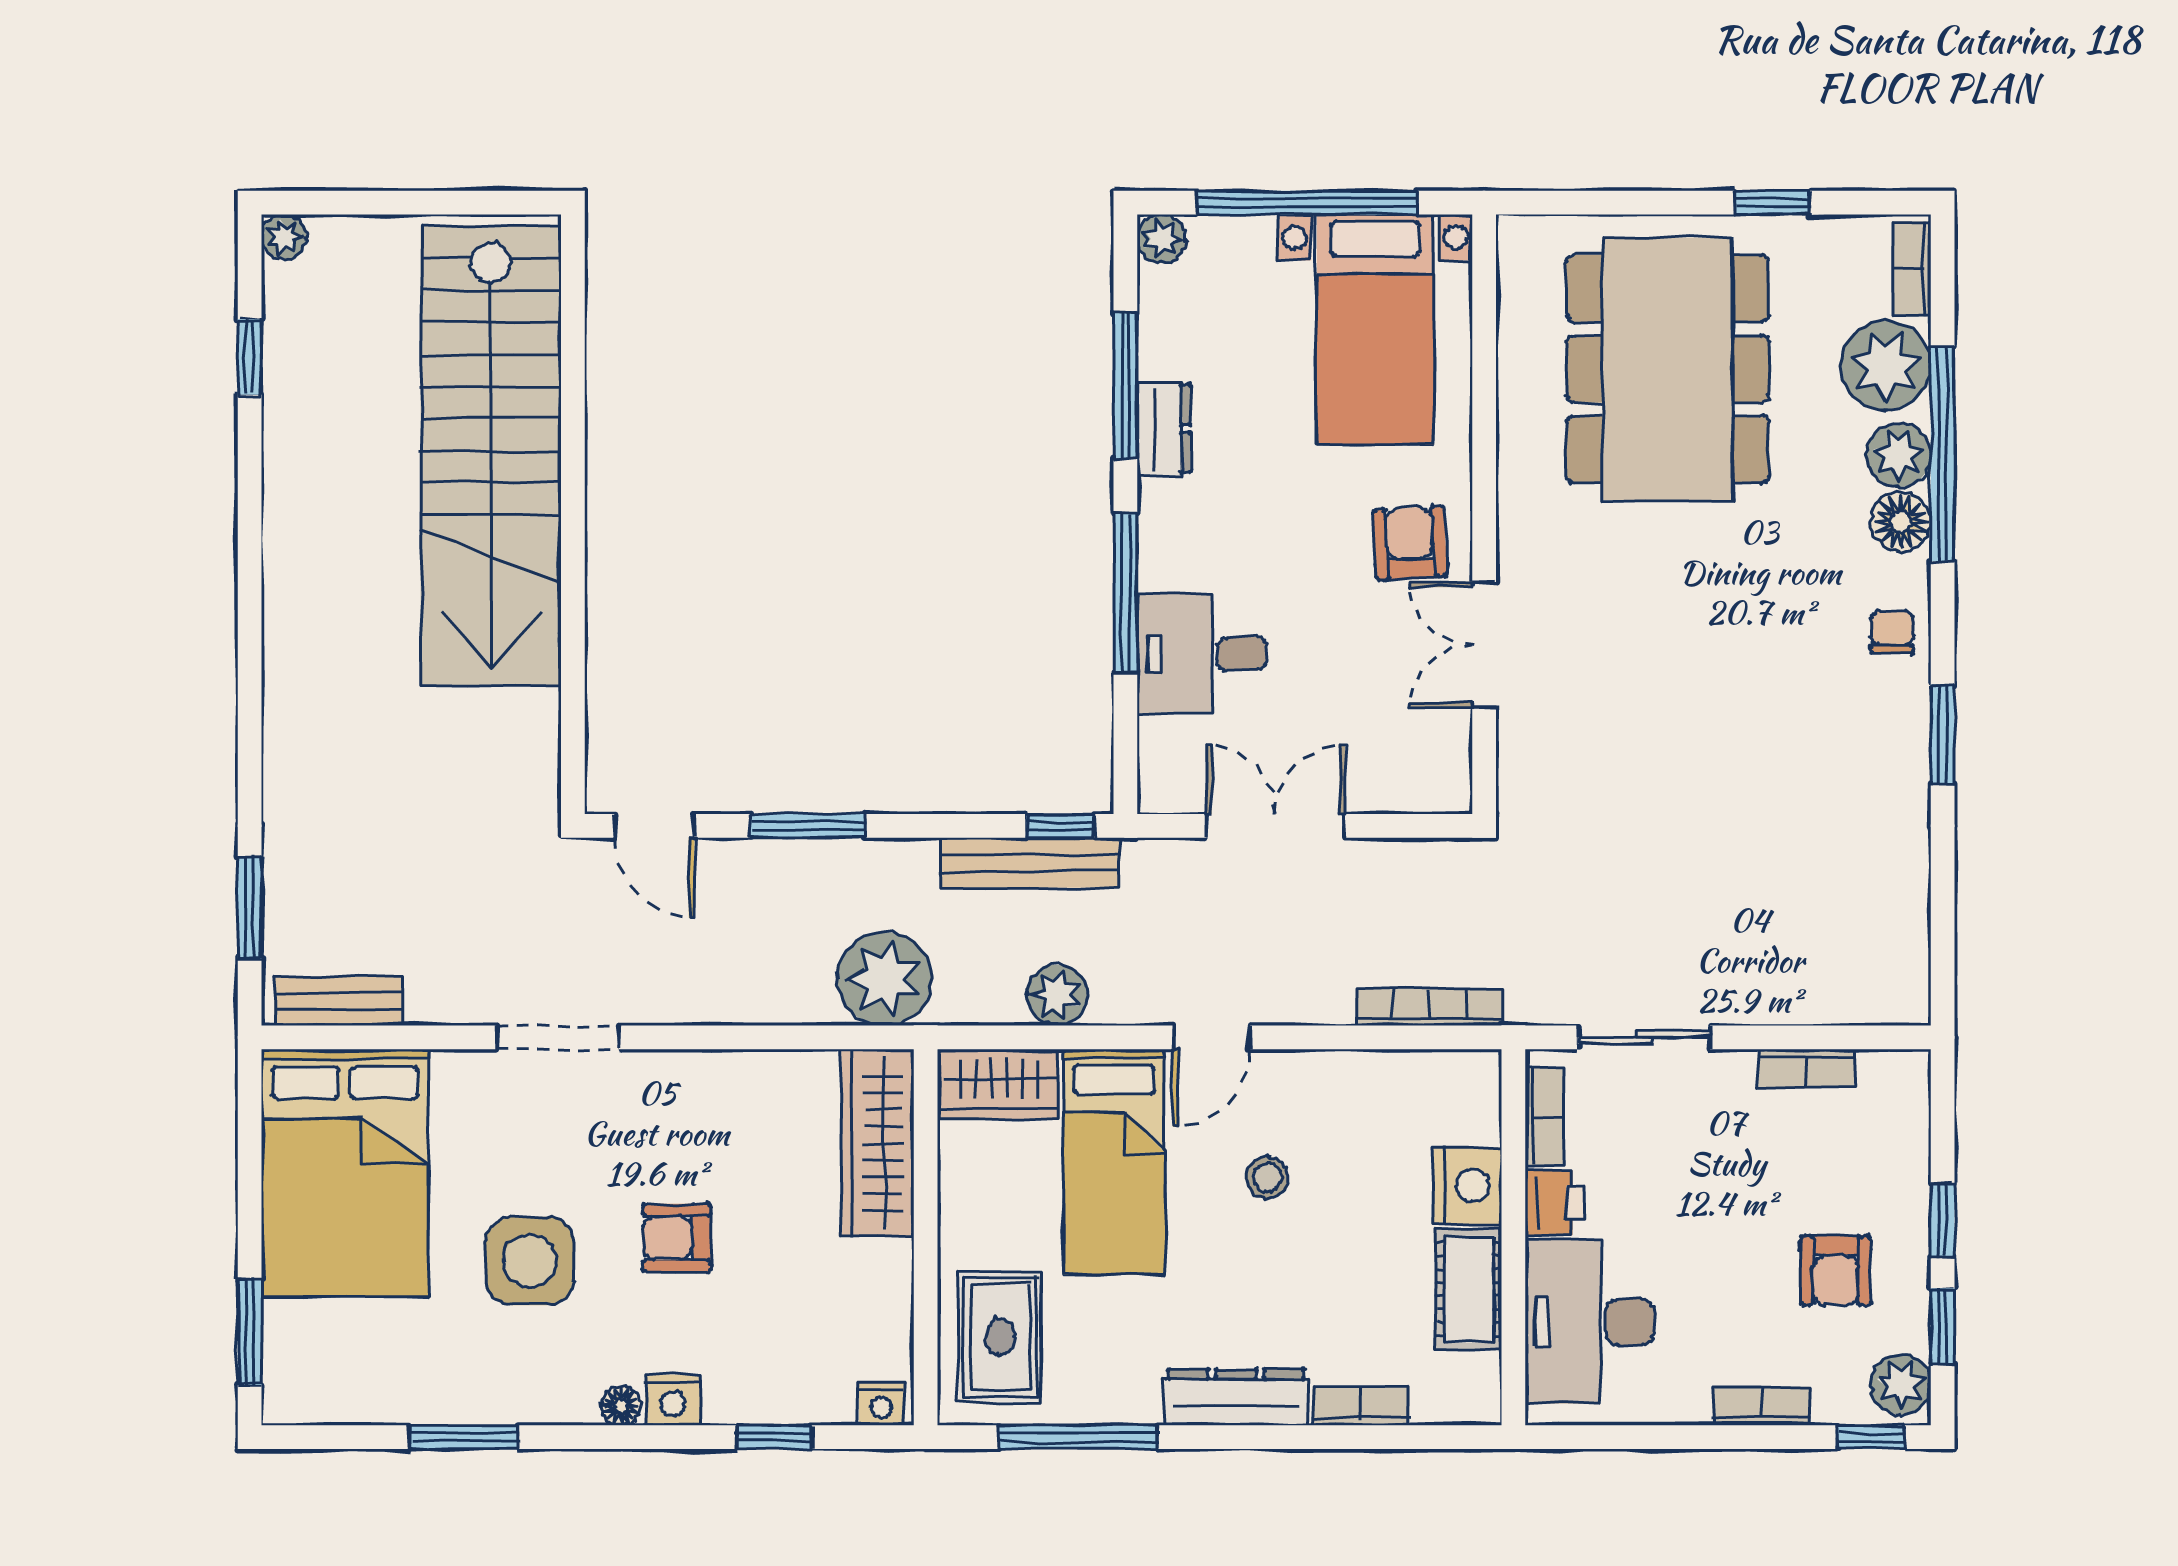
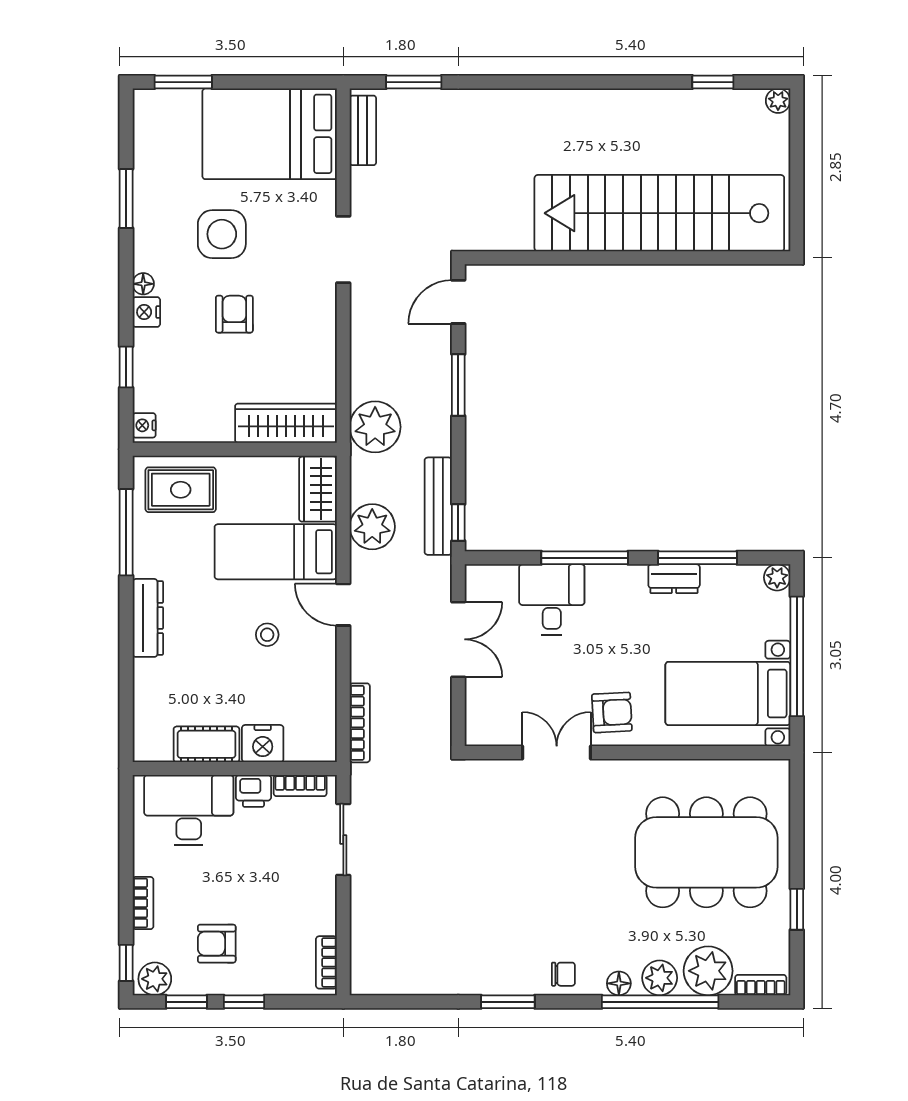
floor lamp: (1901, 522) -> (619, 983), width x0.73, depth x0.73
plant: (1057, 995) -> (372, 527), width x1.36, depth x1.36
bookcase: (1806, 1068) -> (326, 962), moved
bookcase: (1361, 1406) -> (143, 686), removed

